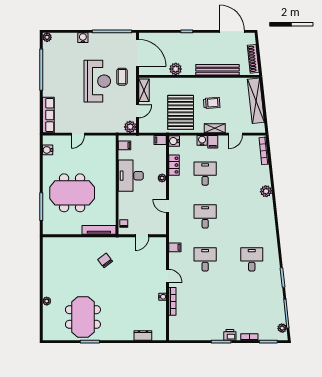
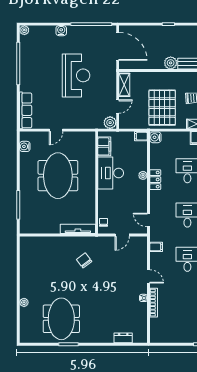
plant: (176, 69) -> (171, 63), moved
coffee table: (122, 77) -> (102, 71), removed
water cooler: (202, 140) -> (184, 137), removed
filing cabinet: (125, 145) -> (104, 146), width x2.00
locker: (174, 165) -> (155, 180), moved
meeting table: (72, 193) -> (58, 176), moved, turned 90
door: (167, 206) -> (149, 220), moved

